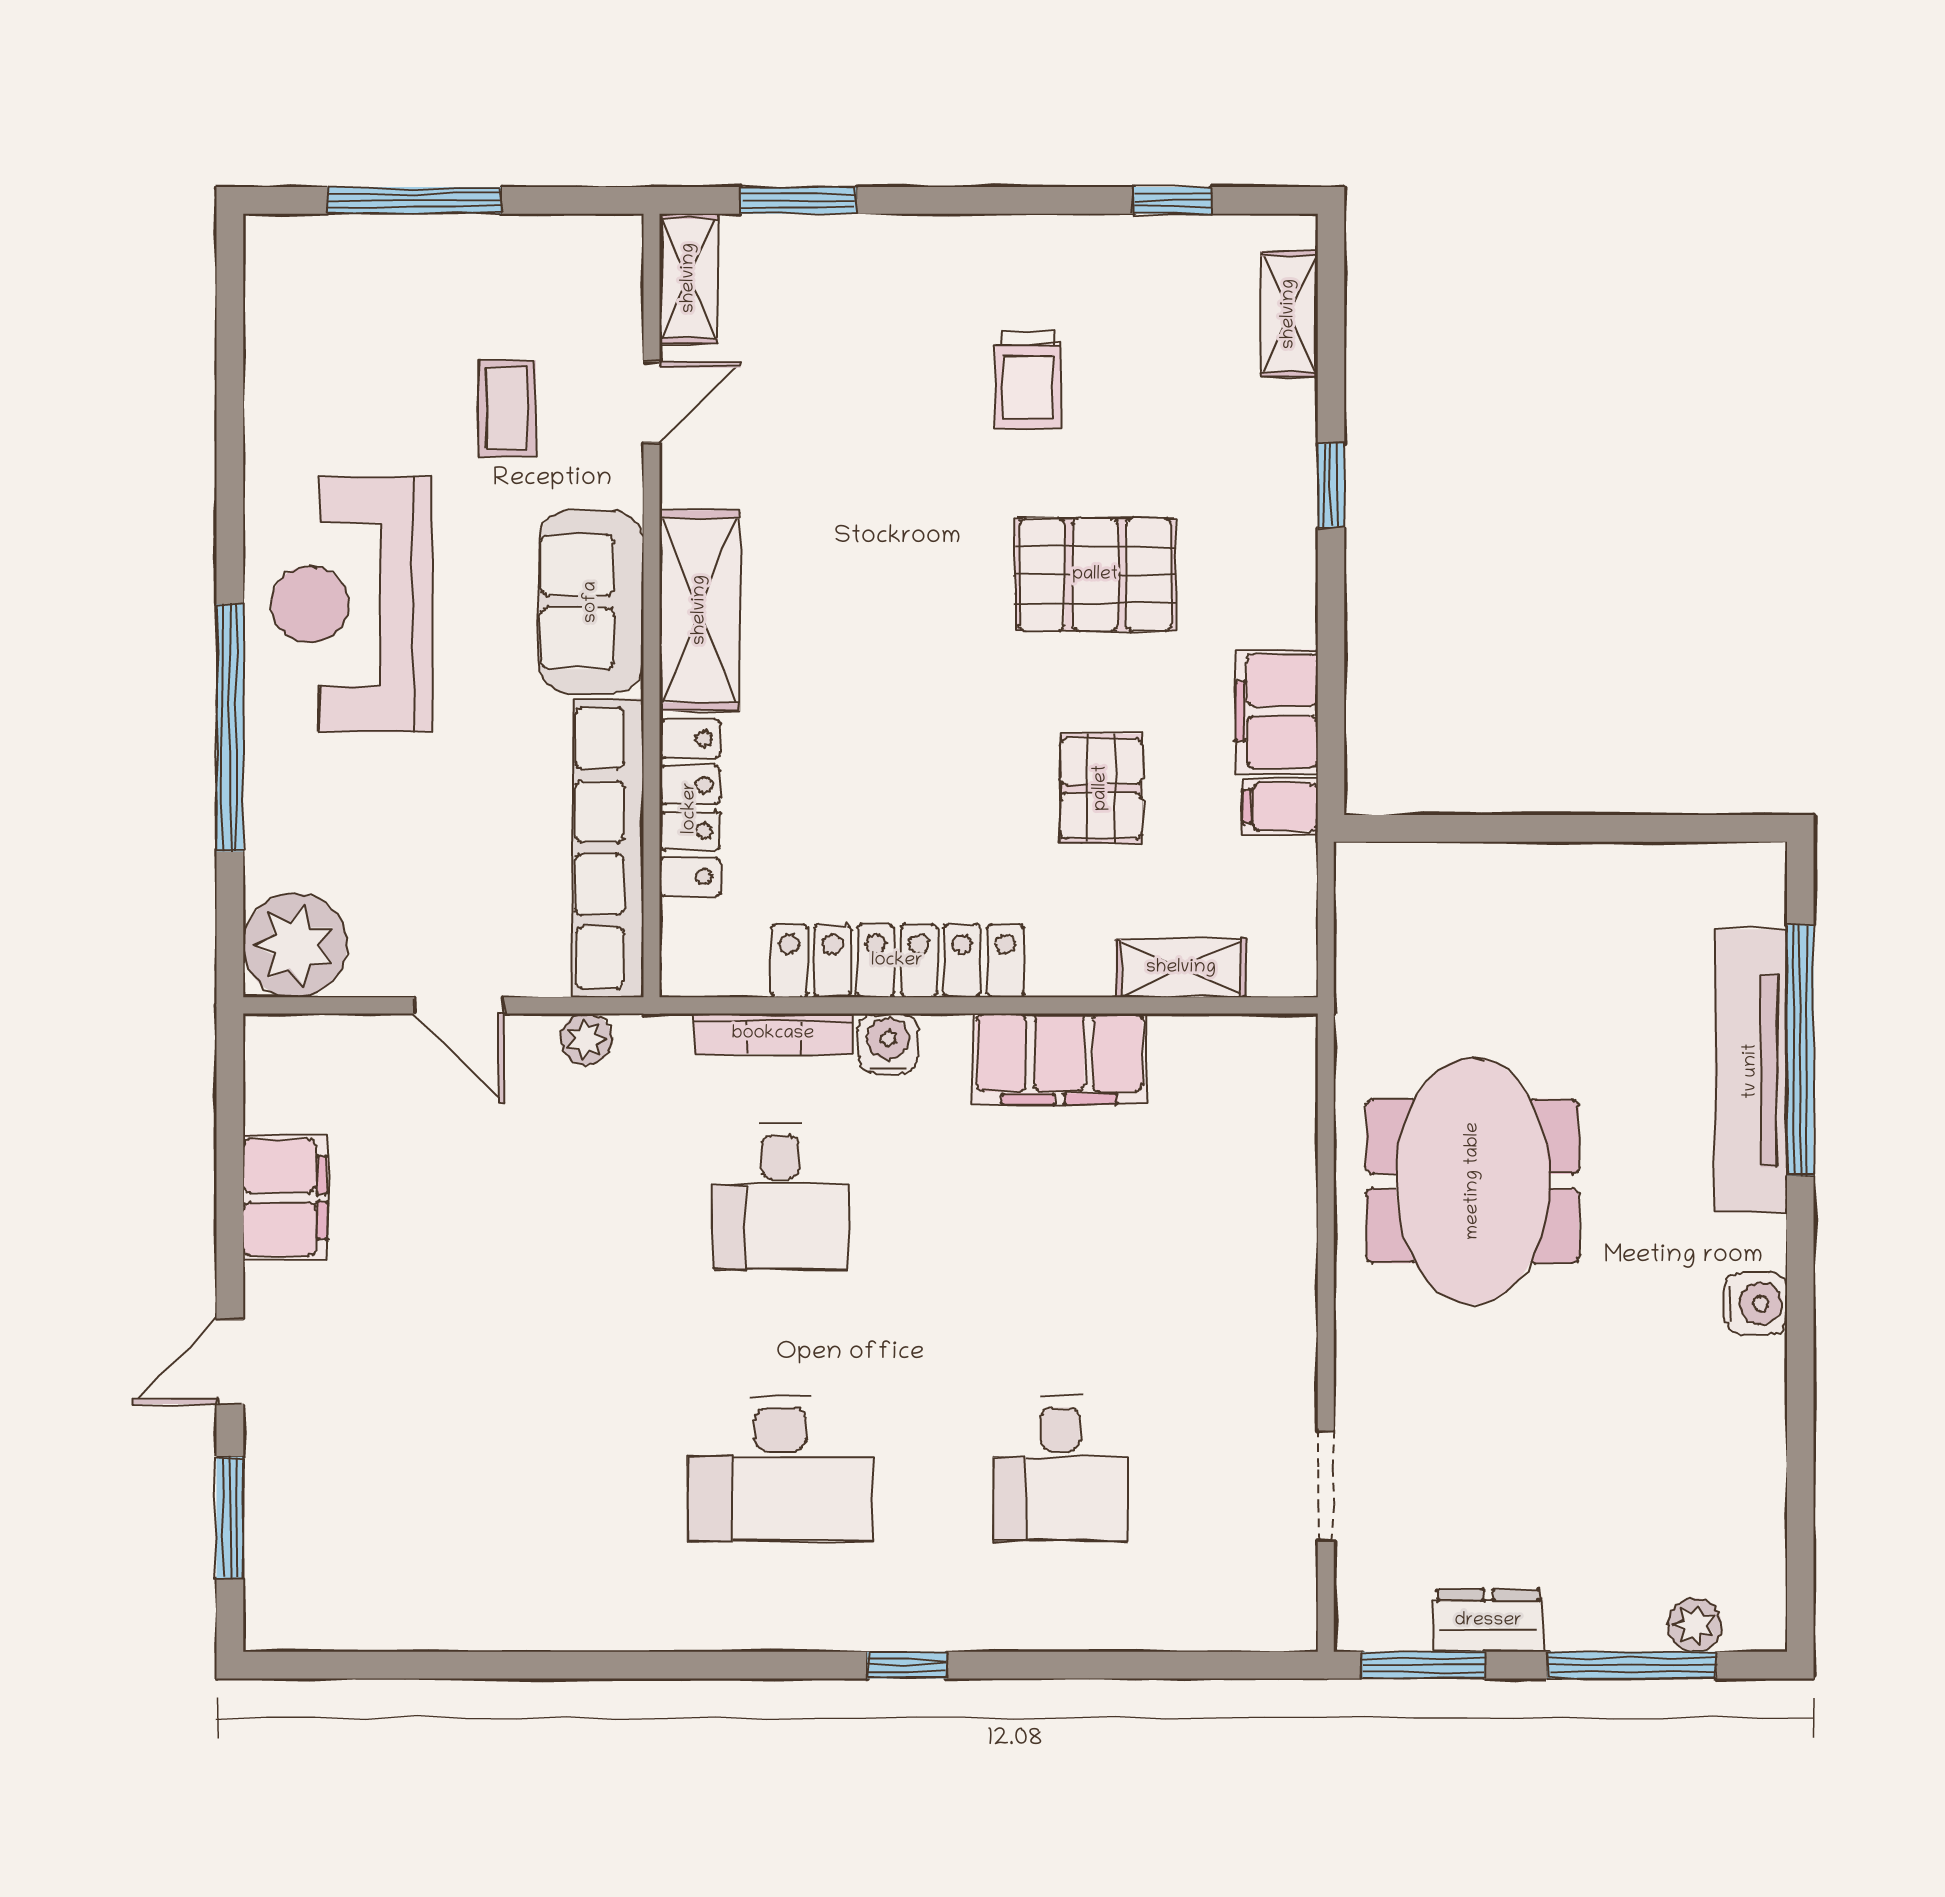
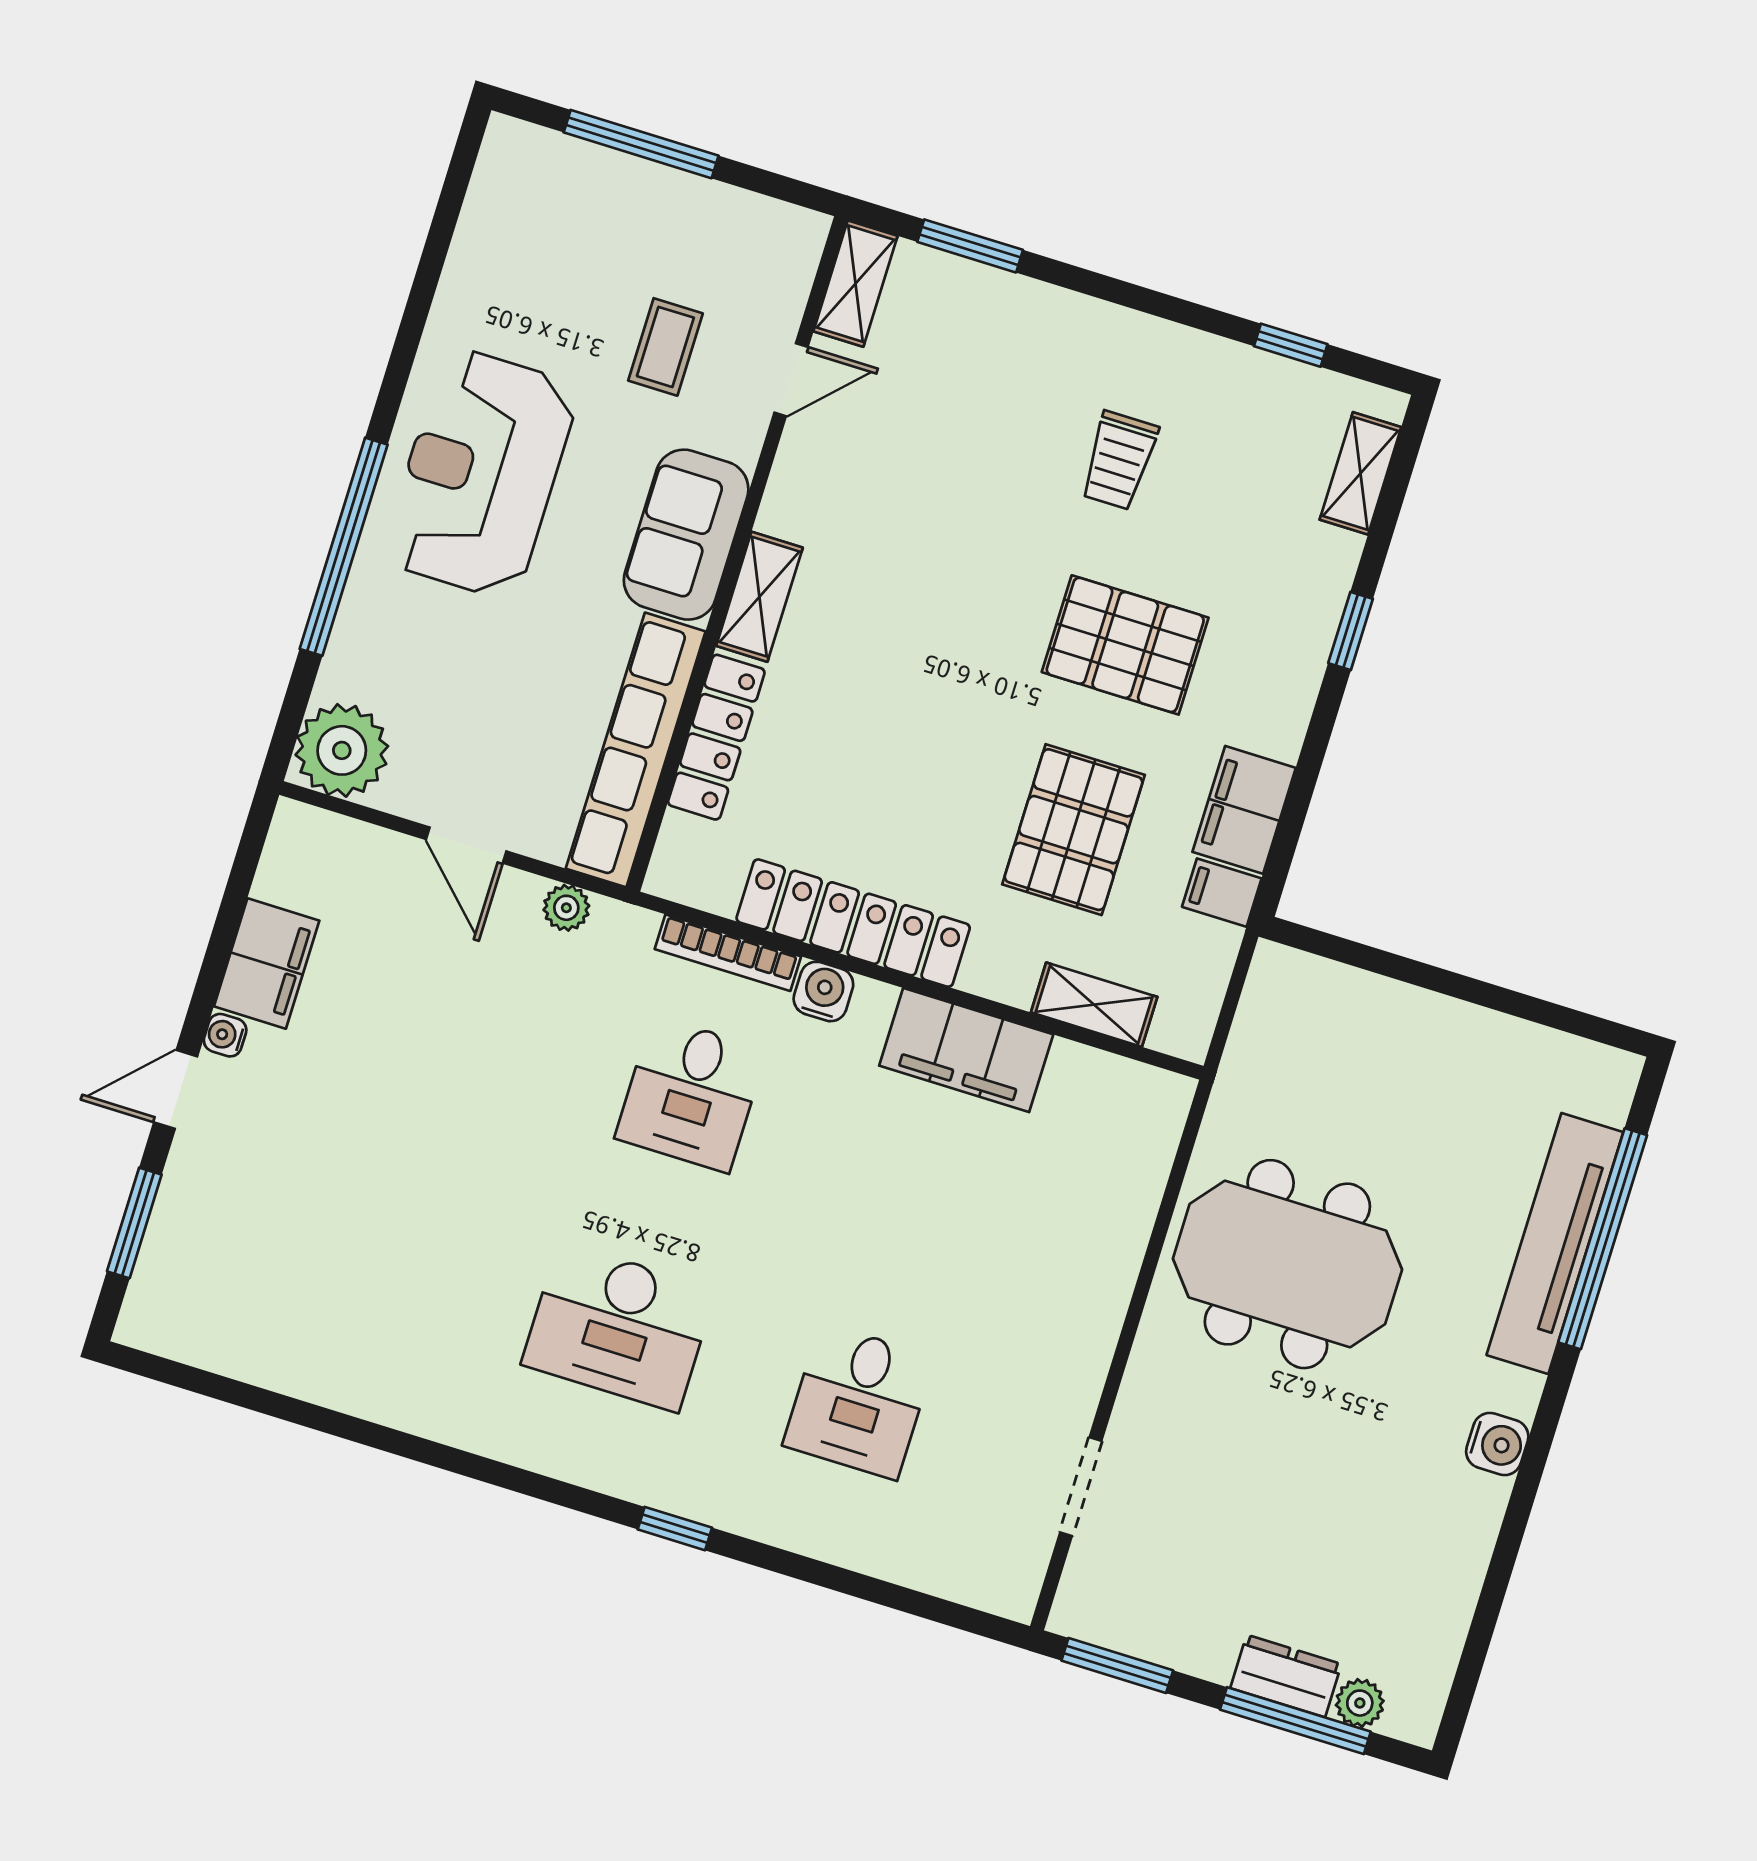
shelving: (700, 610) -> (759, 597), width x0.67, depth x0.75
pallet: (1101, 788) -> (1074, 830), width x1.50, depth x1.42
meeting table: (1473, 1181) -> (1287, 1264), turned 90
water cooler: (265, 1287) -> (225, 1035), added
dresser: (1488, 1621) -> (1286, 1676), moved

